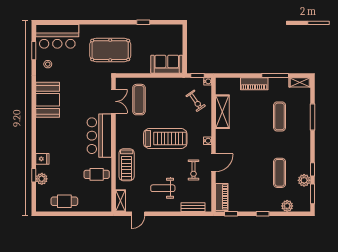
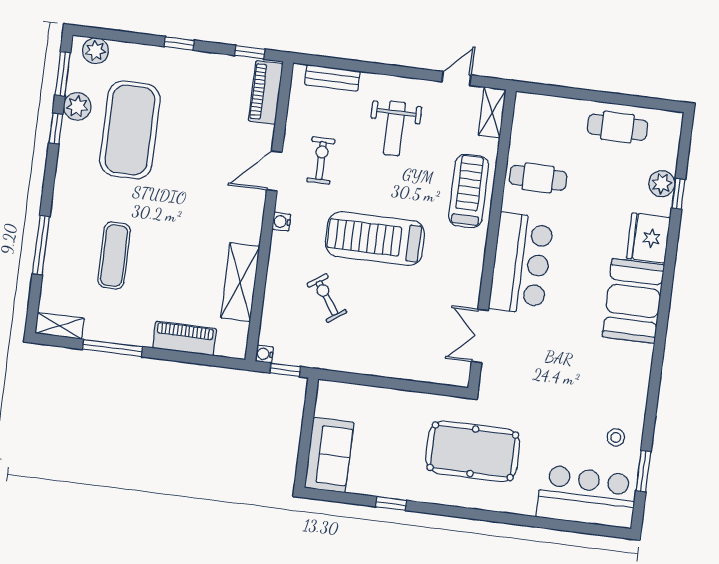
sofa: (167, 64) -> (329, 455), moved, turned -90
piano: (254, 84) -> (185, 338), moved
booth: (48, 100) -> (633, 301), moved
exercise mat: (139, 100) -> (423, 333), removed
exercise bike: (196, 101) -> (327, 298), moved
fridge: (42, 159) -> (648, 238), width x1.88, depth x1.34
exercise mat: (280, 173) -> (130, 130), width x2.00, depth x1.45
weight bench: (163, 188) -> (394, 128), turned 90
plant: (287, 206) -> (96, 51), moved

